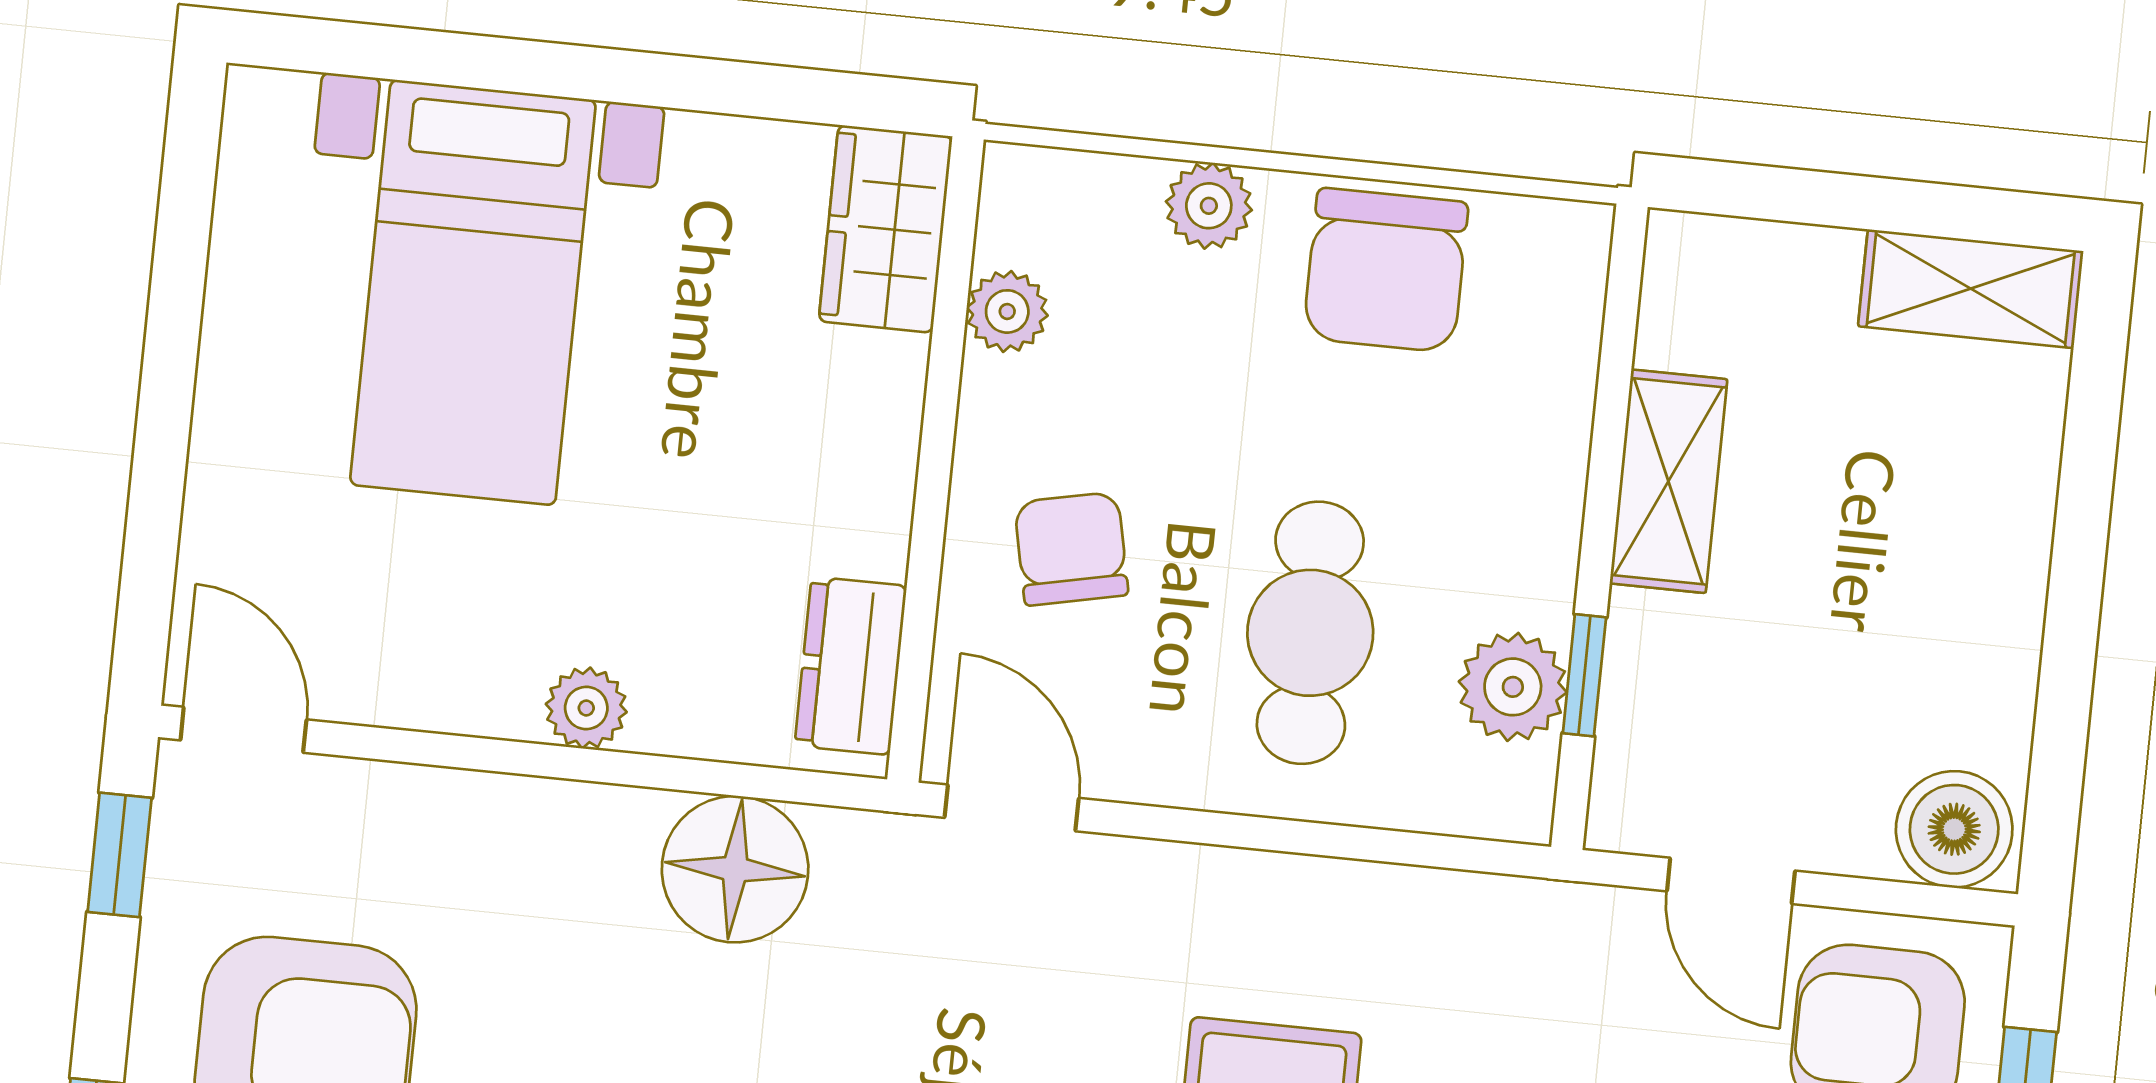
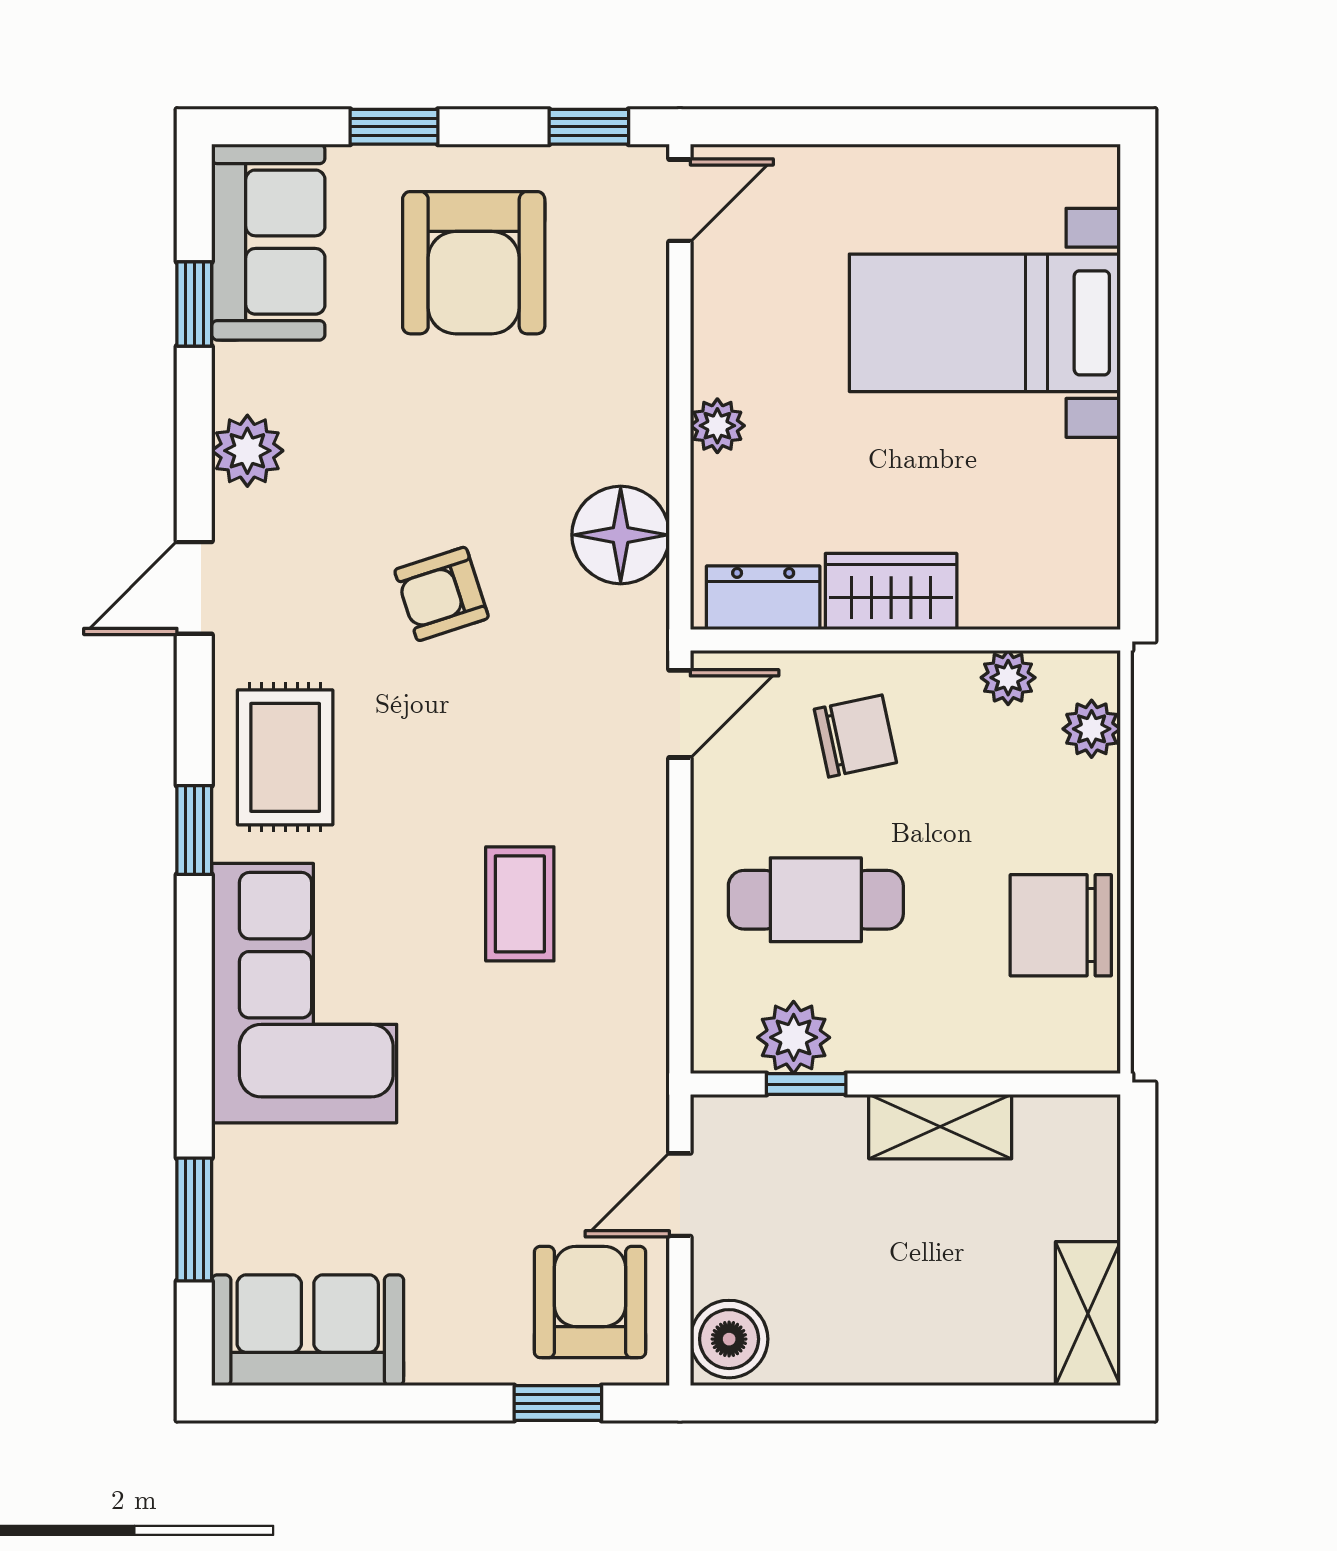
plant: (1209, 206) -> (1092, 729), moved
wardrobe: (886, 229) -> (891, 592), moved

